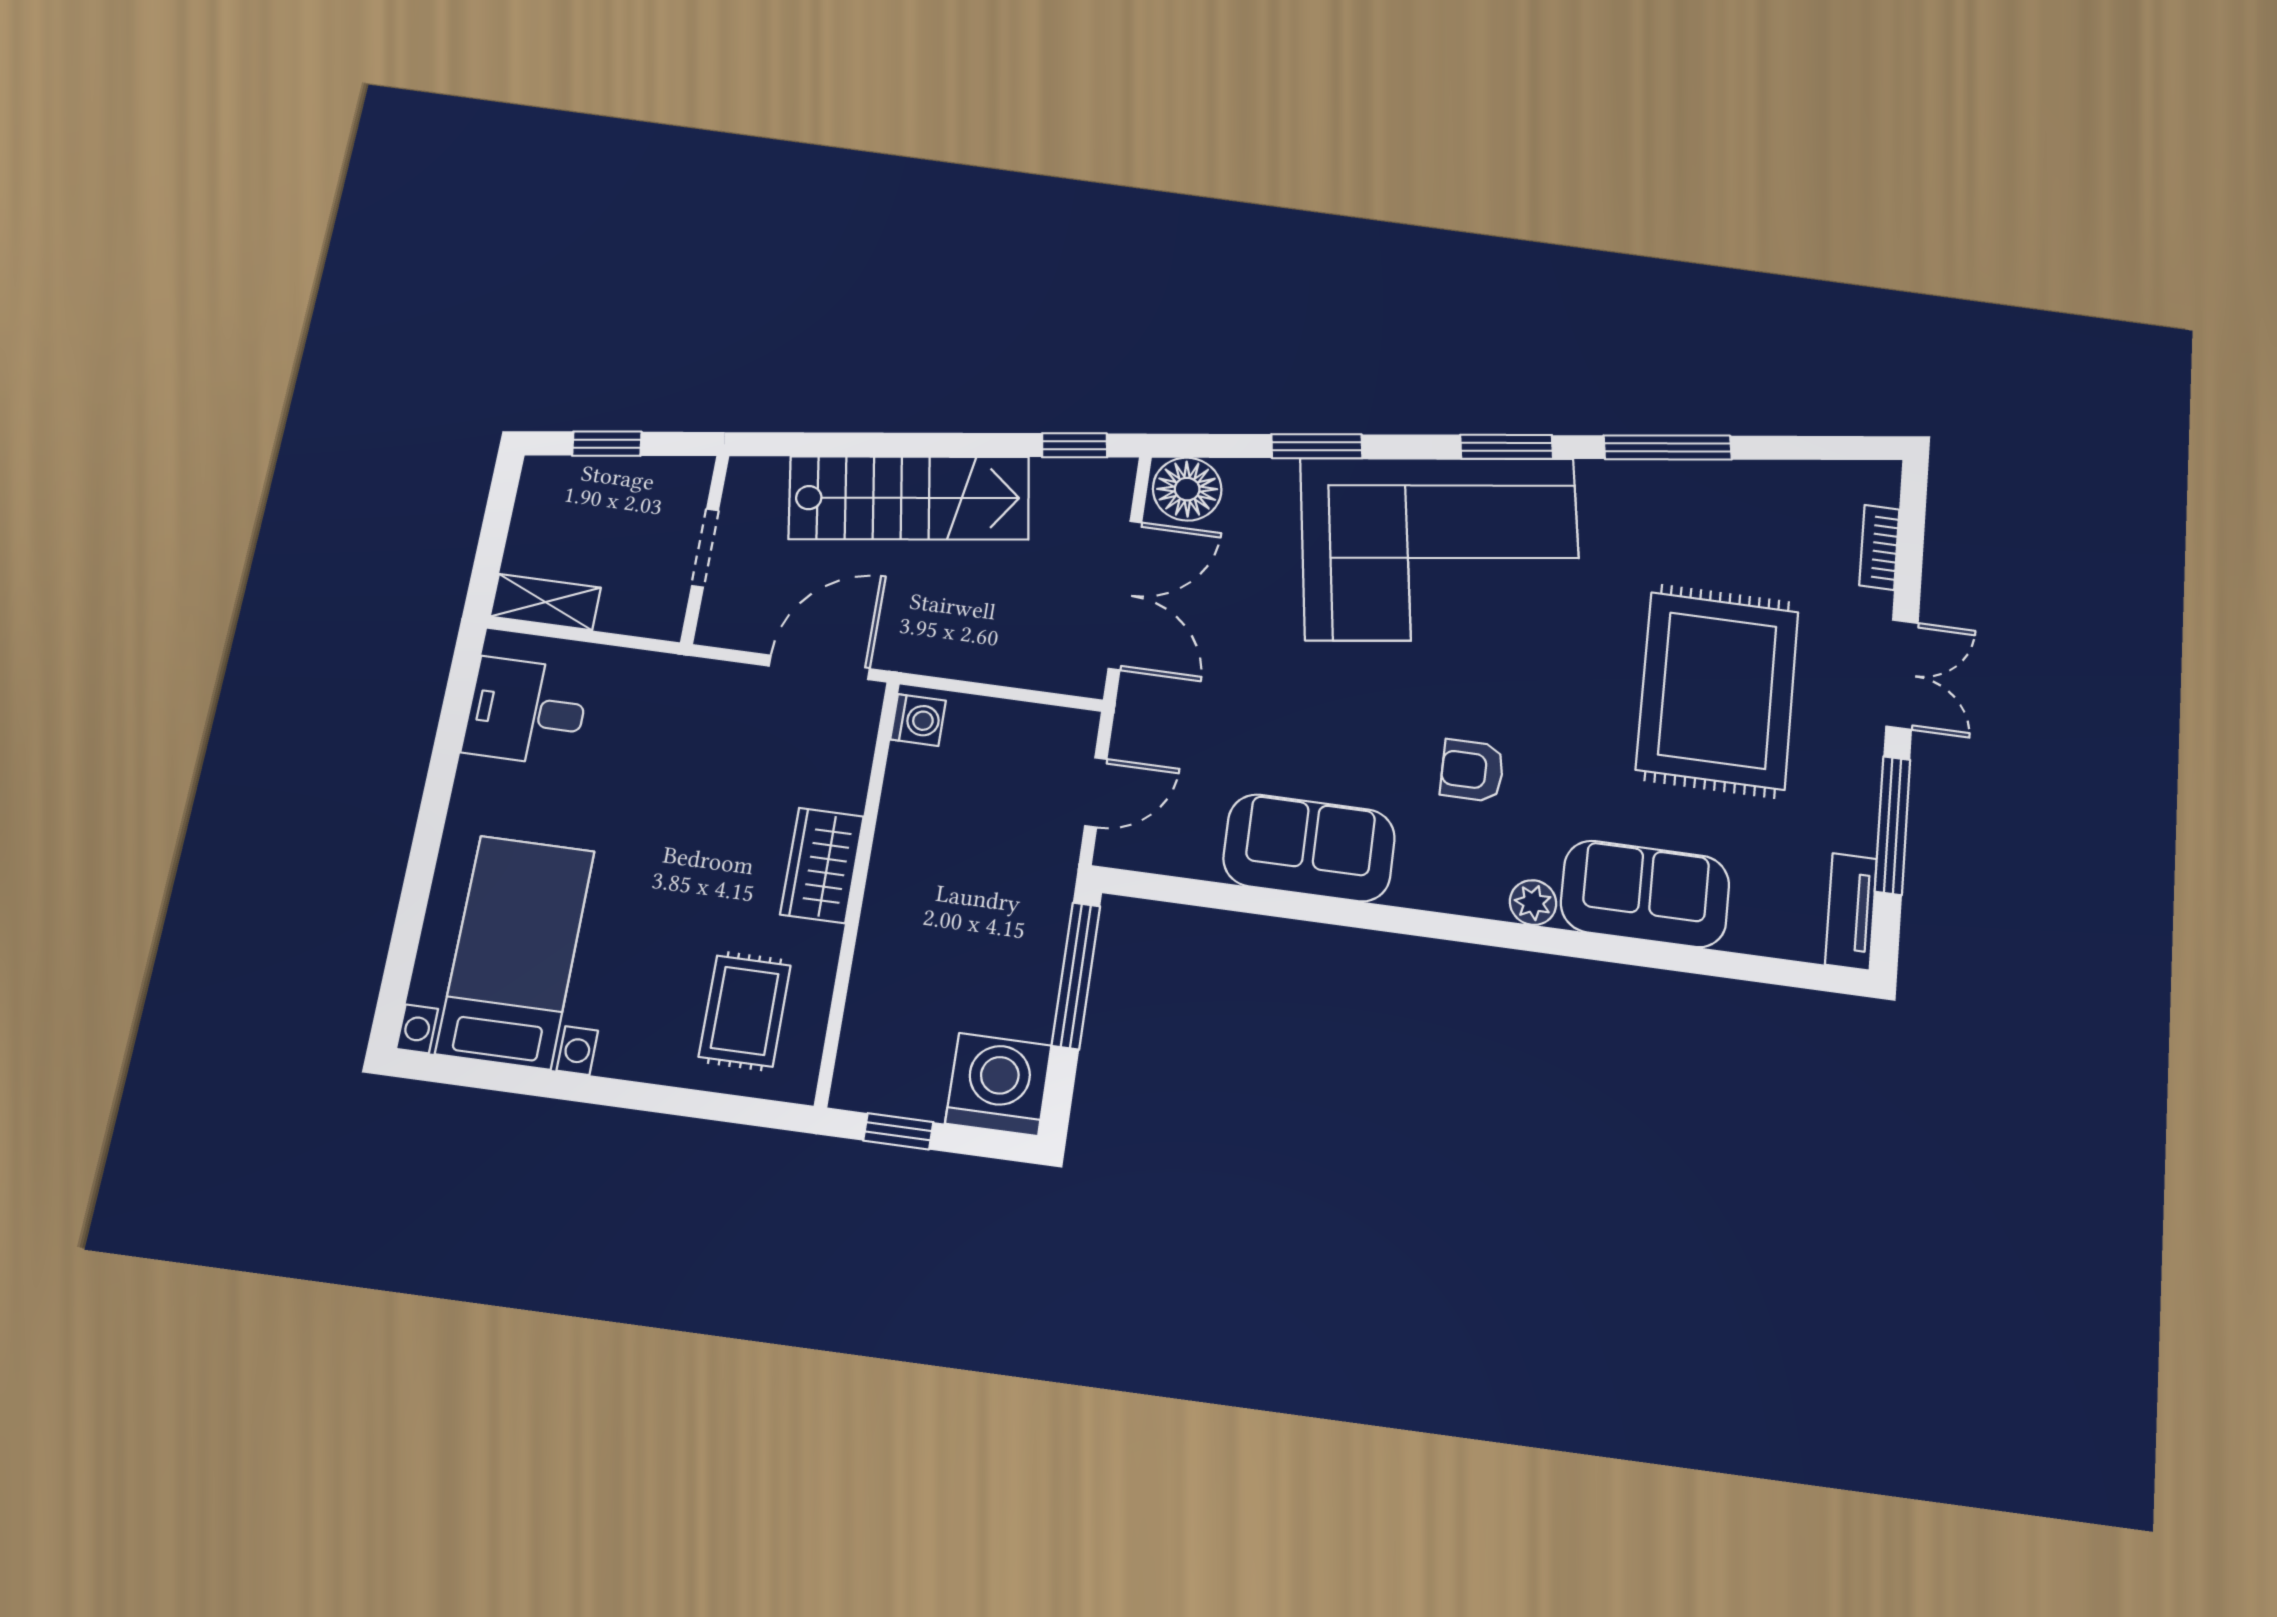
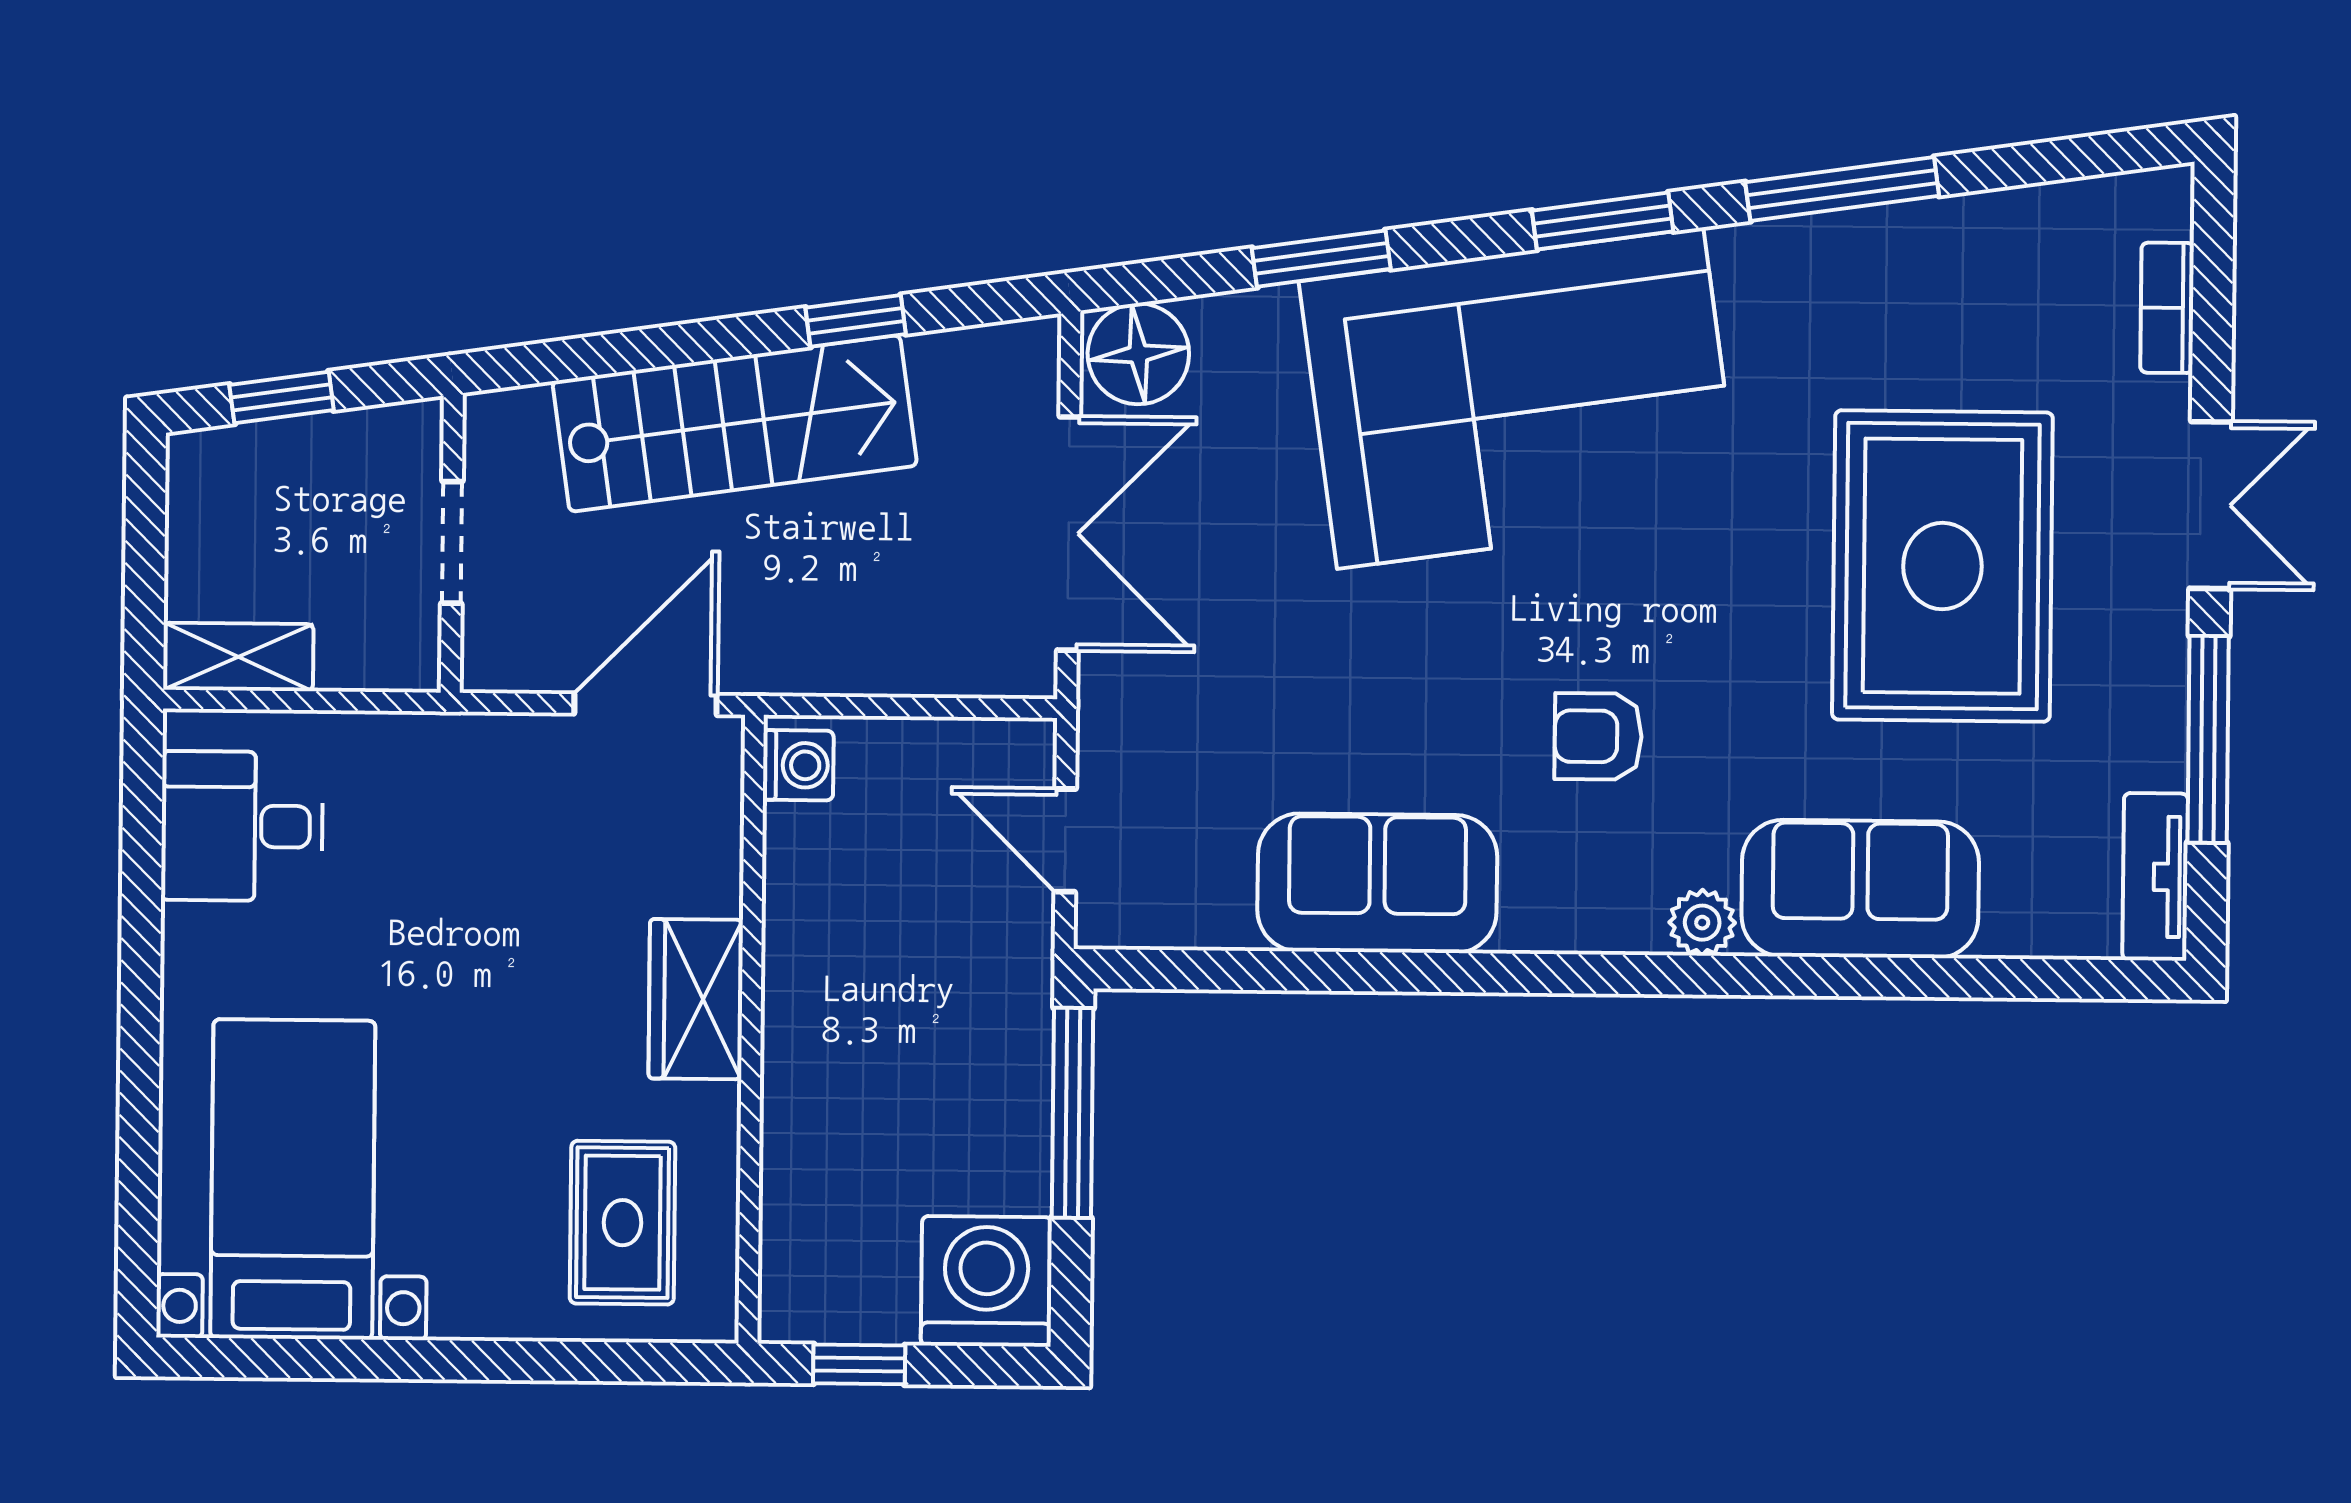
window: (1075, 445) -> (856, 321), moved
door: (1096, 792) -> (1065, 840), swing flipped

